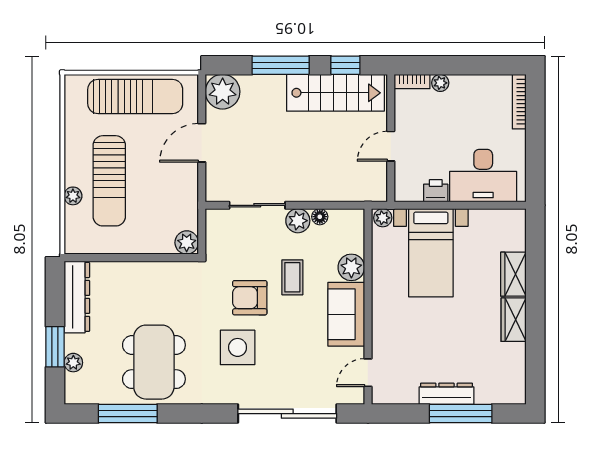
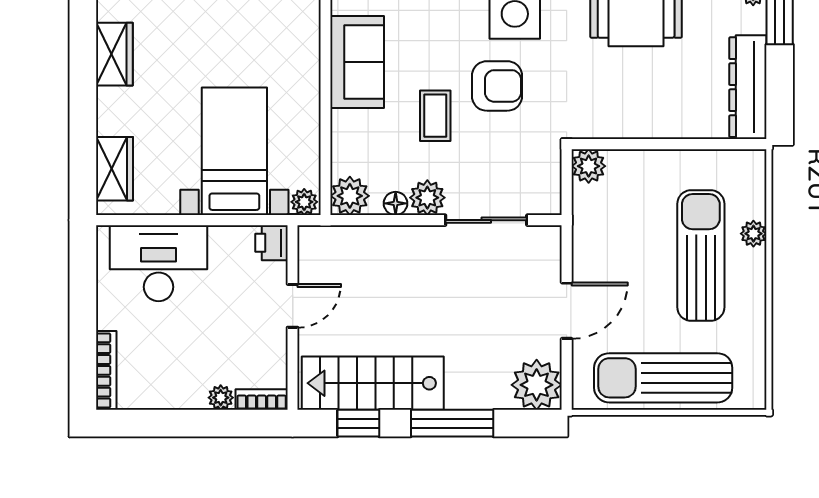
printer: (436, 191) -> (272, 243), moved, turned 90
plant: (351, 267) -> (350, 196), moved
wardrobe: (513, 274) -> (114, 169), moved

